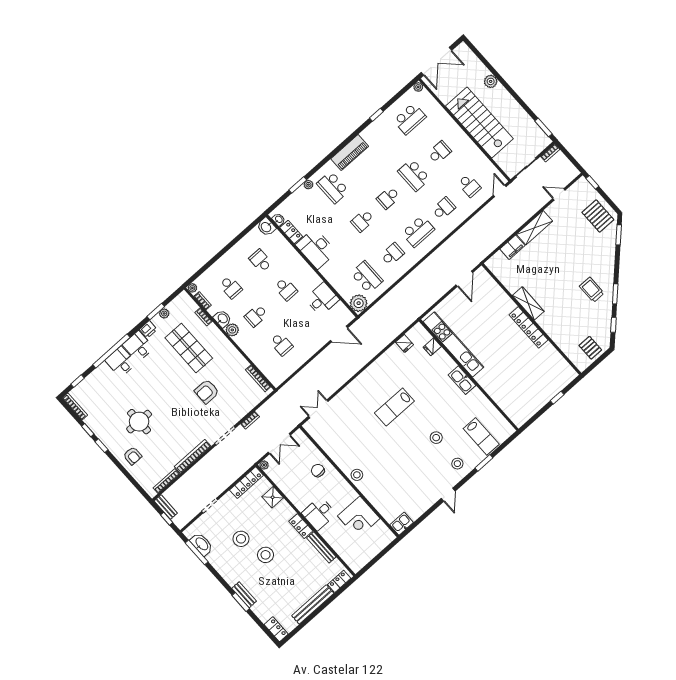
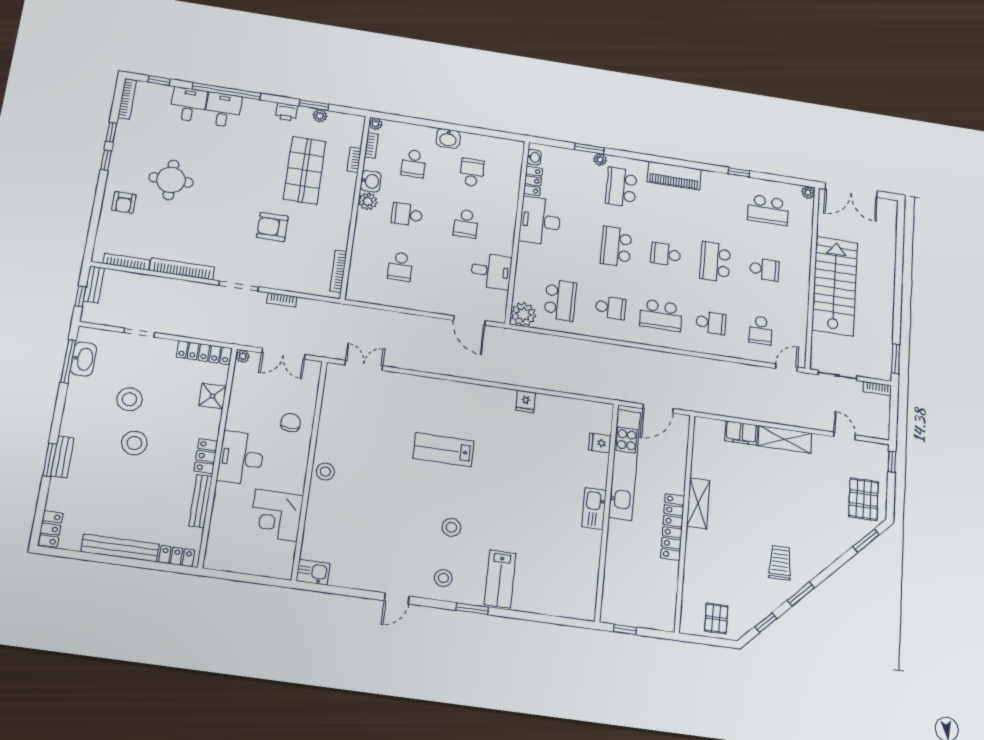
plant: (491, 81) -> (886, 263), removed
school desk: (363, 221) -> (616, 247), width x1.85
washbasin: (266, 227) -> (448, 138), moved, turned -90
kitchen unit: (453, 344) -> (625, 465), moved
desk: (138, 346) -> (189, 105), moved
fridge: (432, 347) -> (600, 443), moved
wall: (469, 375) -> (607, 511), moved
kitchen sink: (462, 380) -> (594, 508), moved
desk: (319, 513) -> (241, 458), width x1.37

